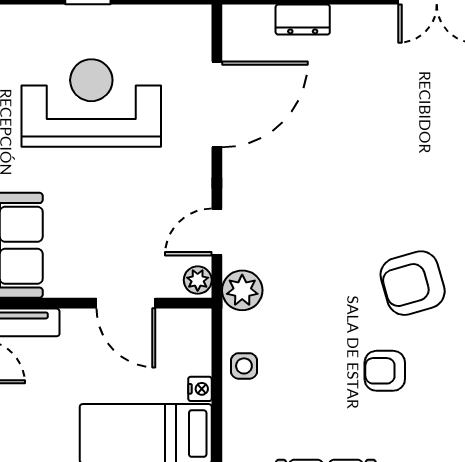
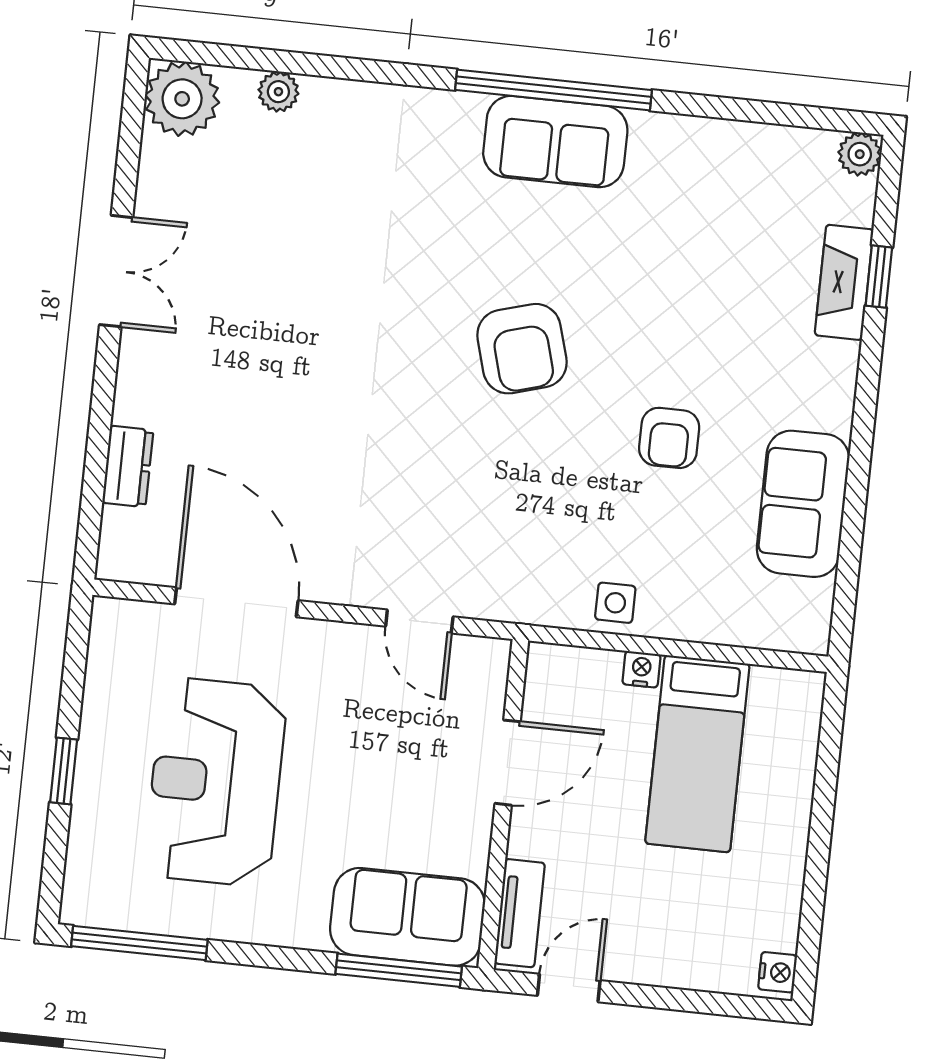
plant: (198, 280) -> (485, 656), removed
plant: (242, 290) -> (507, 594), removed
armchair: (385, 371) -> (669, 438), moved

